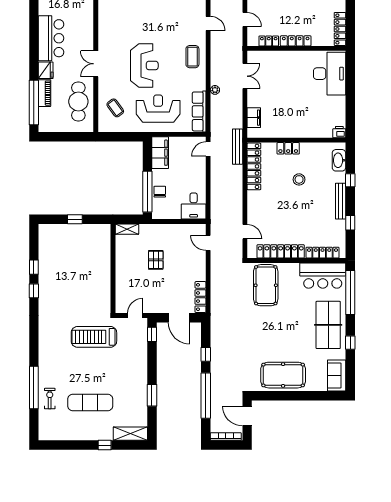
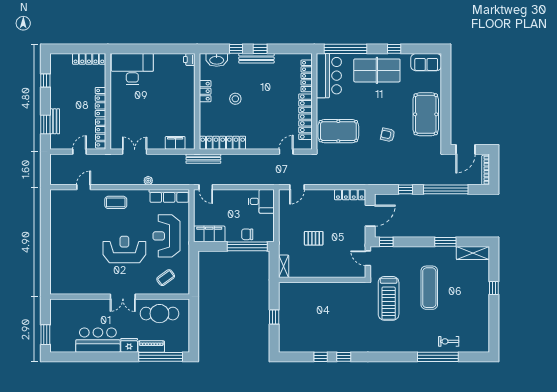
locker: (269, 41) -> (101, 133), width x1.53
locker: (288, 148) -> (205, 91), moved
window: (350, 223) -> (260, 49), moved
armchair: (262, 336) -> (388, 135), added
exercise mat: (90, 402) -> (429, 288), moved
shelving: (130, 434) -> (473, 253), moved, turned 90

